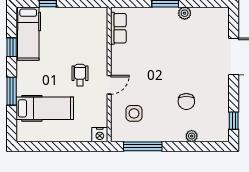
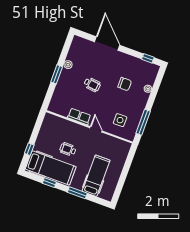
row of seats: (118, 28) -> (79, 116), moved
hospital bed: (28, 34) -> (51, 168), width x1.37, depth x1.29
wheelchair: (169, 57) -> (92, 85), added
wheelchair: (80, 75) -> (68, 149), moved
nightstand: (100, 135) -> (126, 147), removed

